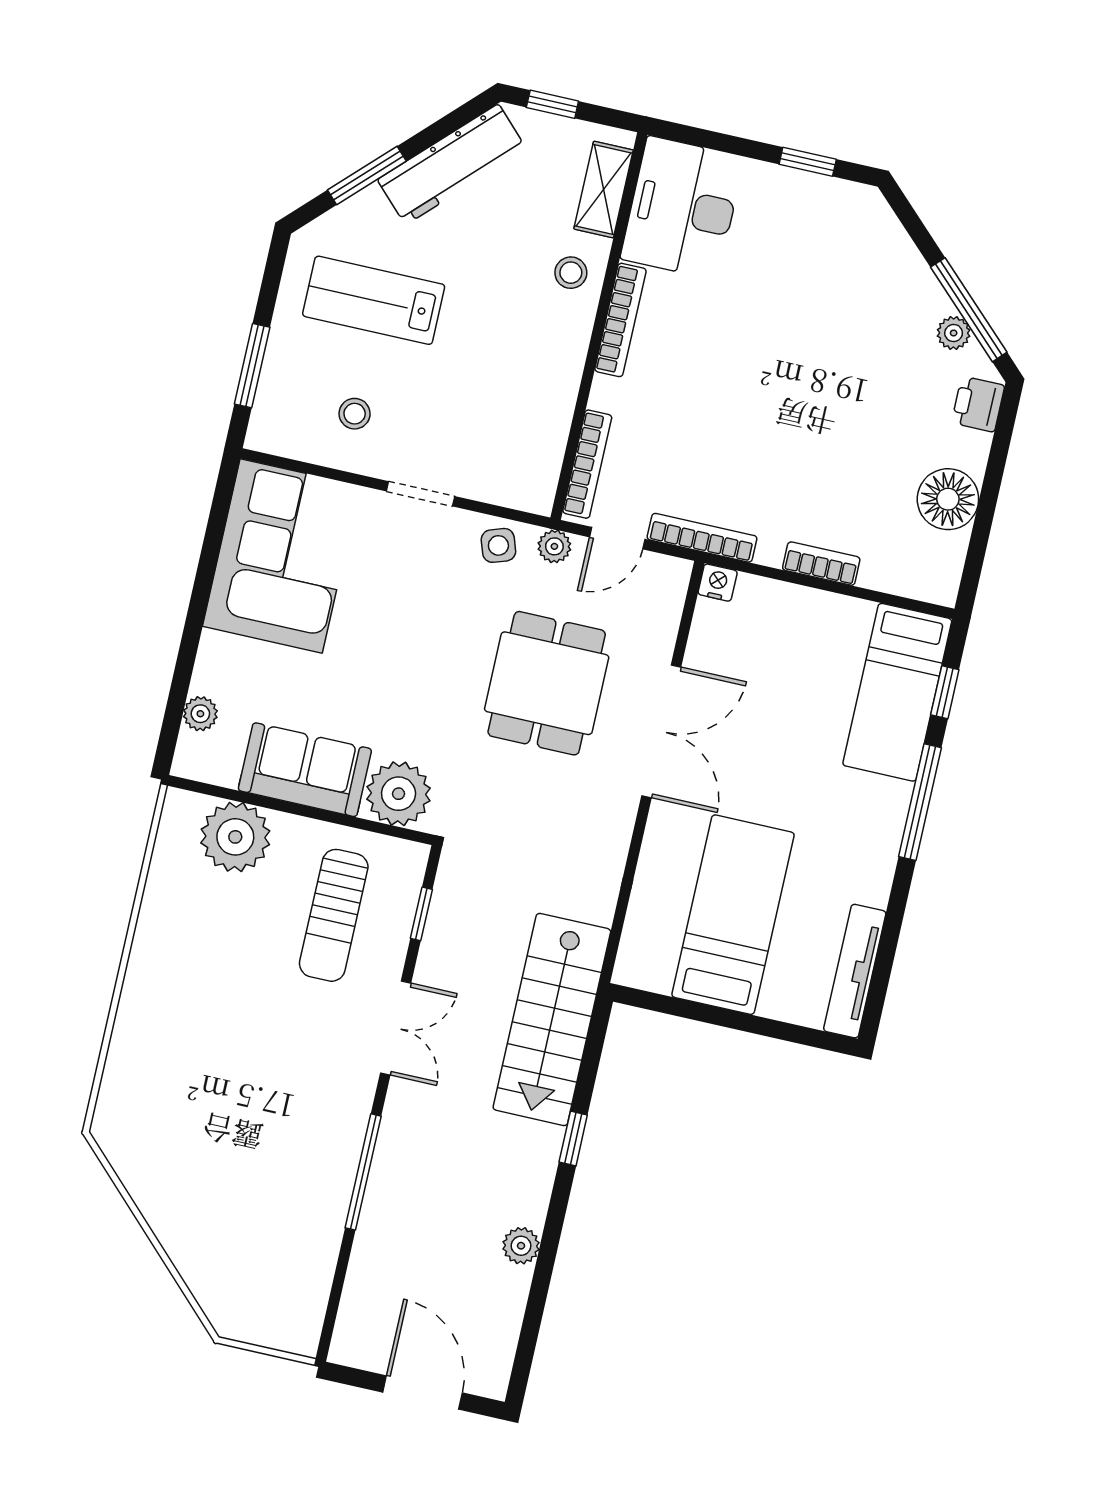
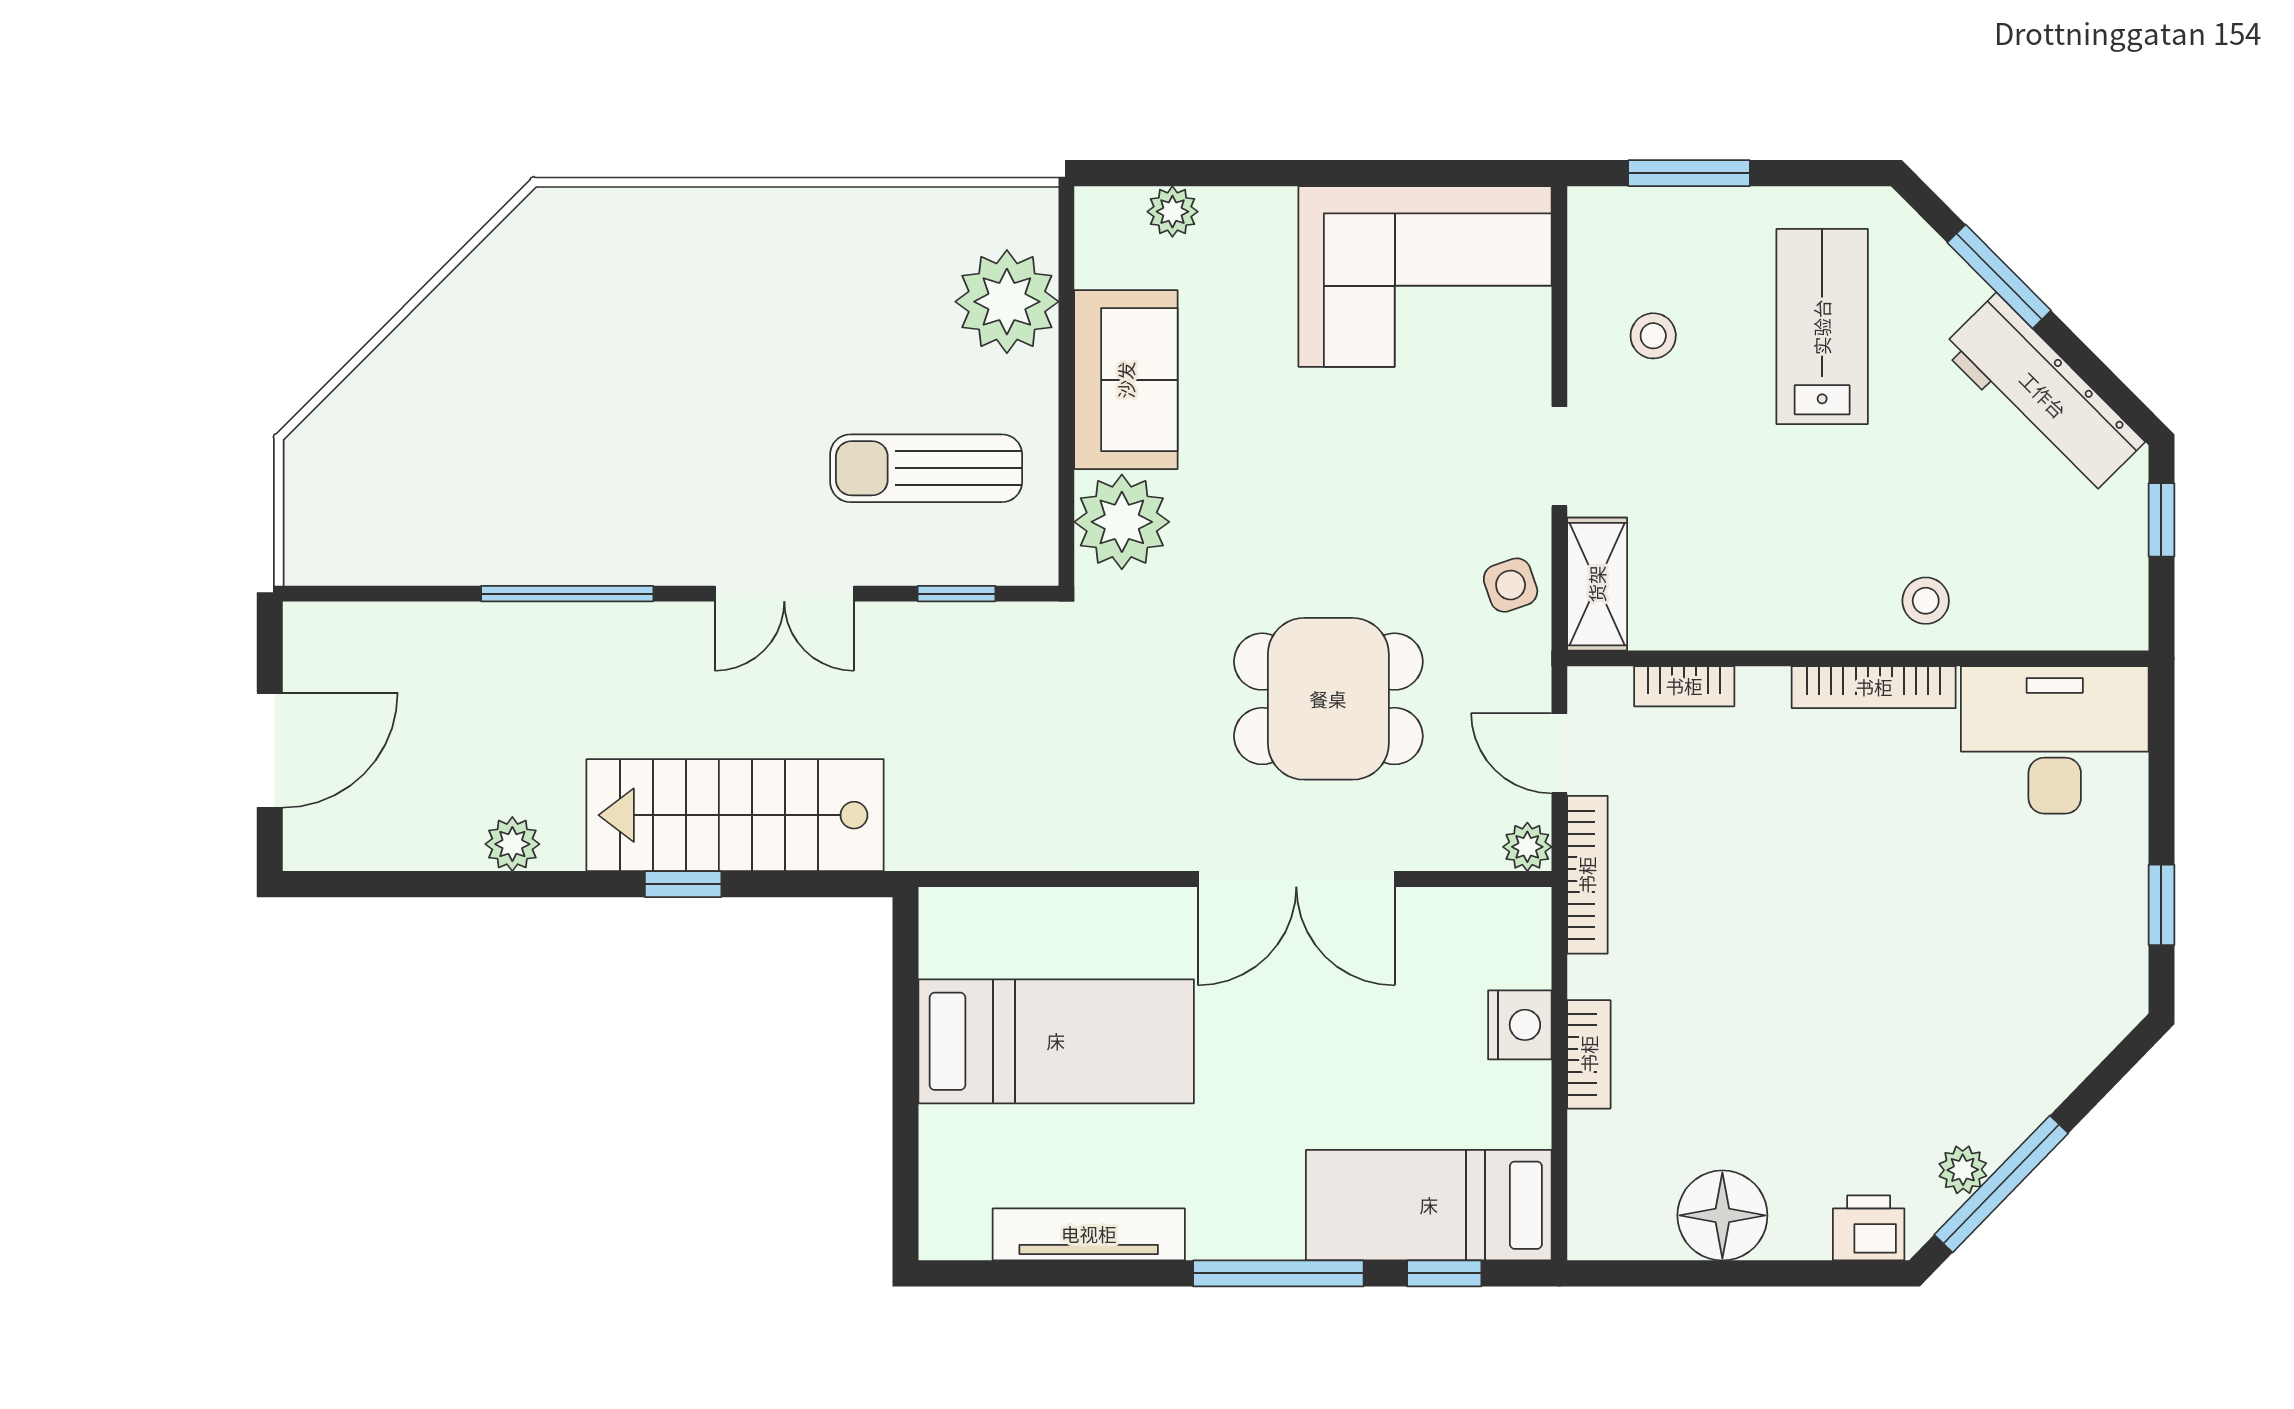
shelving: (604, 189) -> (1597, 584), moved, turned 90
bookcase: (587, 464) -> (1684, 686), width x0.64
plant: (554, 546) -> (1527, 847), moved
nightstand: (718, 583) -> (1520, 1025), moved, width x1.39, depth x1.35
tv unit: (855, 971) -> (1089, 1234), moved
stairs: (552, 1019) -> (735, 815), moved

